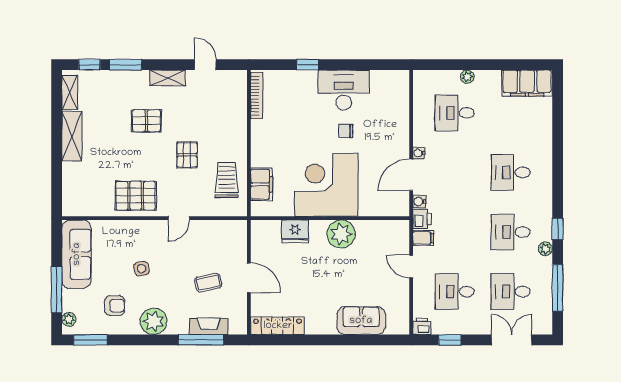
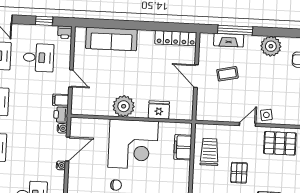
trolley: (227, 180) -> (209, 152), turned 180
side table: (142, 269) -> (266, 115), moved
sofa: (361, 321) -> (111, 39), width x1.36

